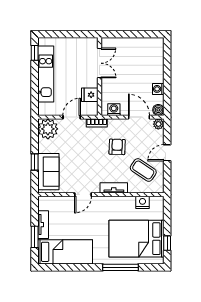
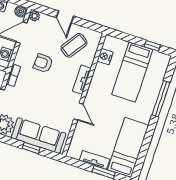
sofa: (48, 172) -> (39, 136), width x1.36
bed: (136, 239) -> (132, 72), width x0.67

